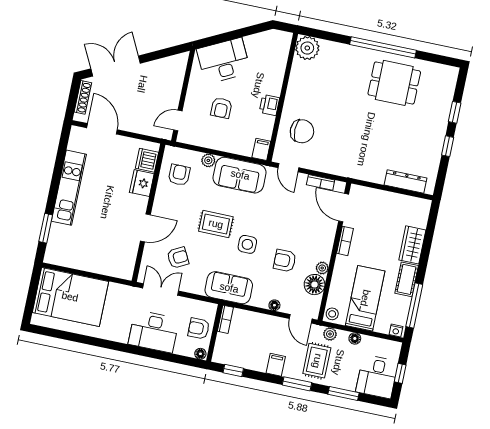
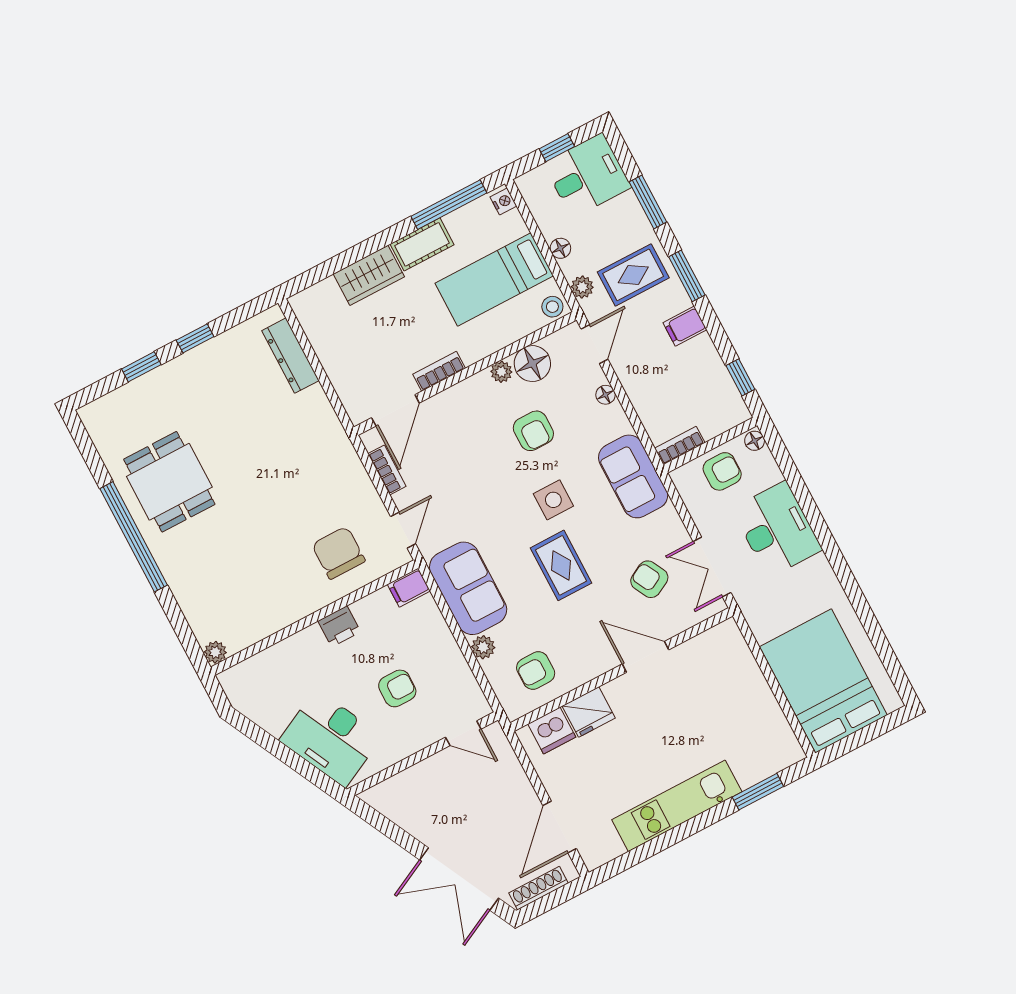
plant: (307, 48) -> (215, 652), width x0.53, depth x0.53
armchair: (199, 328) -> (722, 471), turned -90

